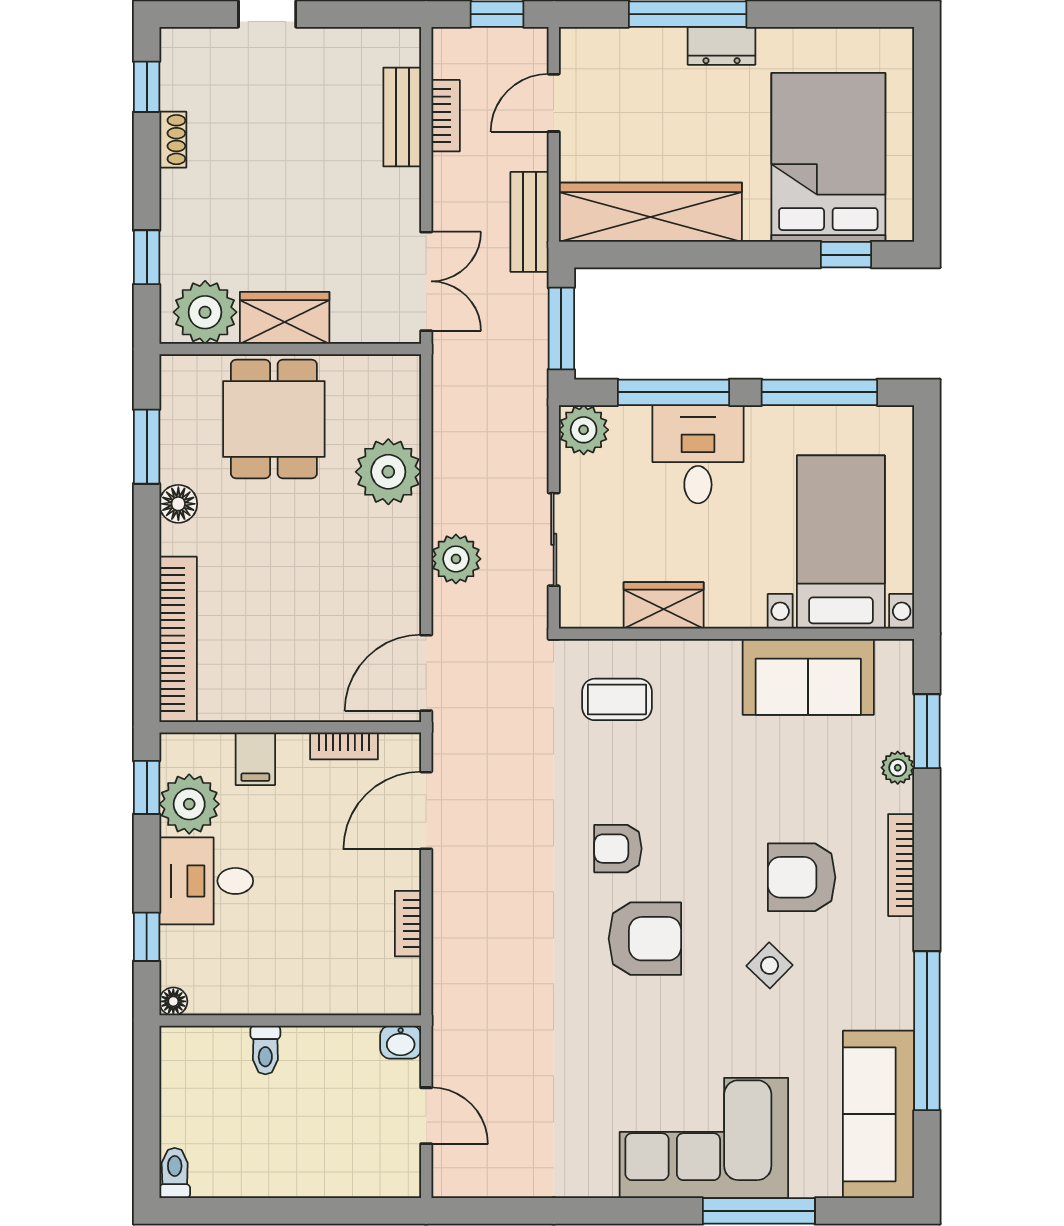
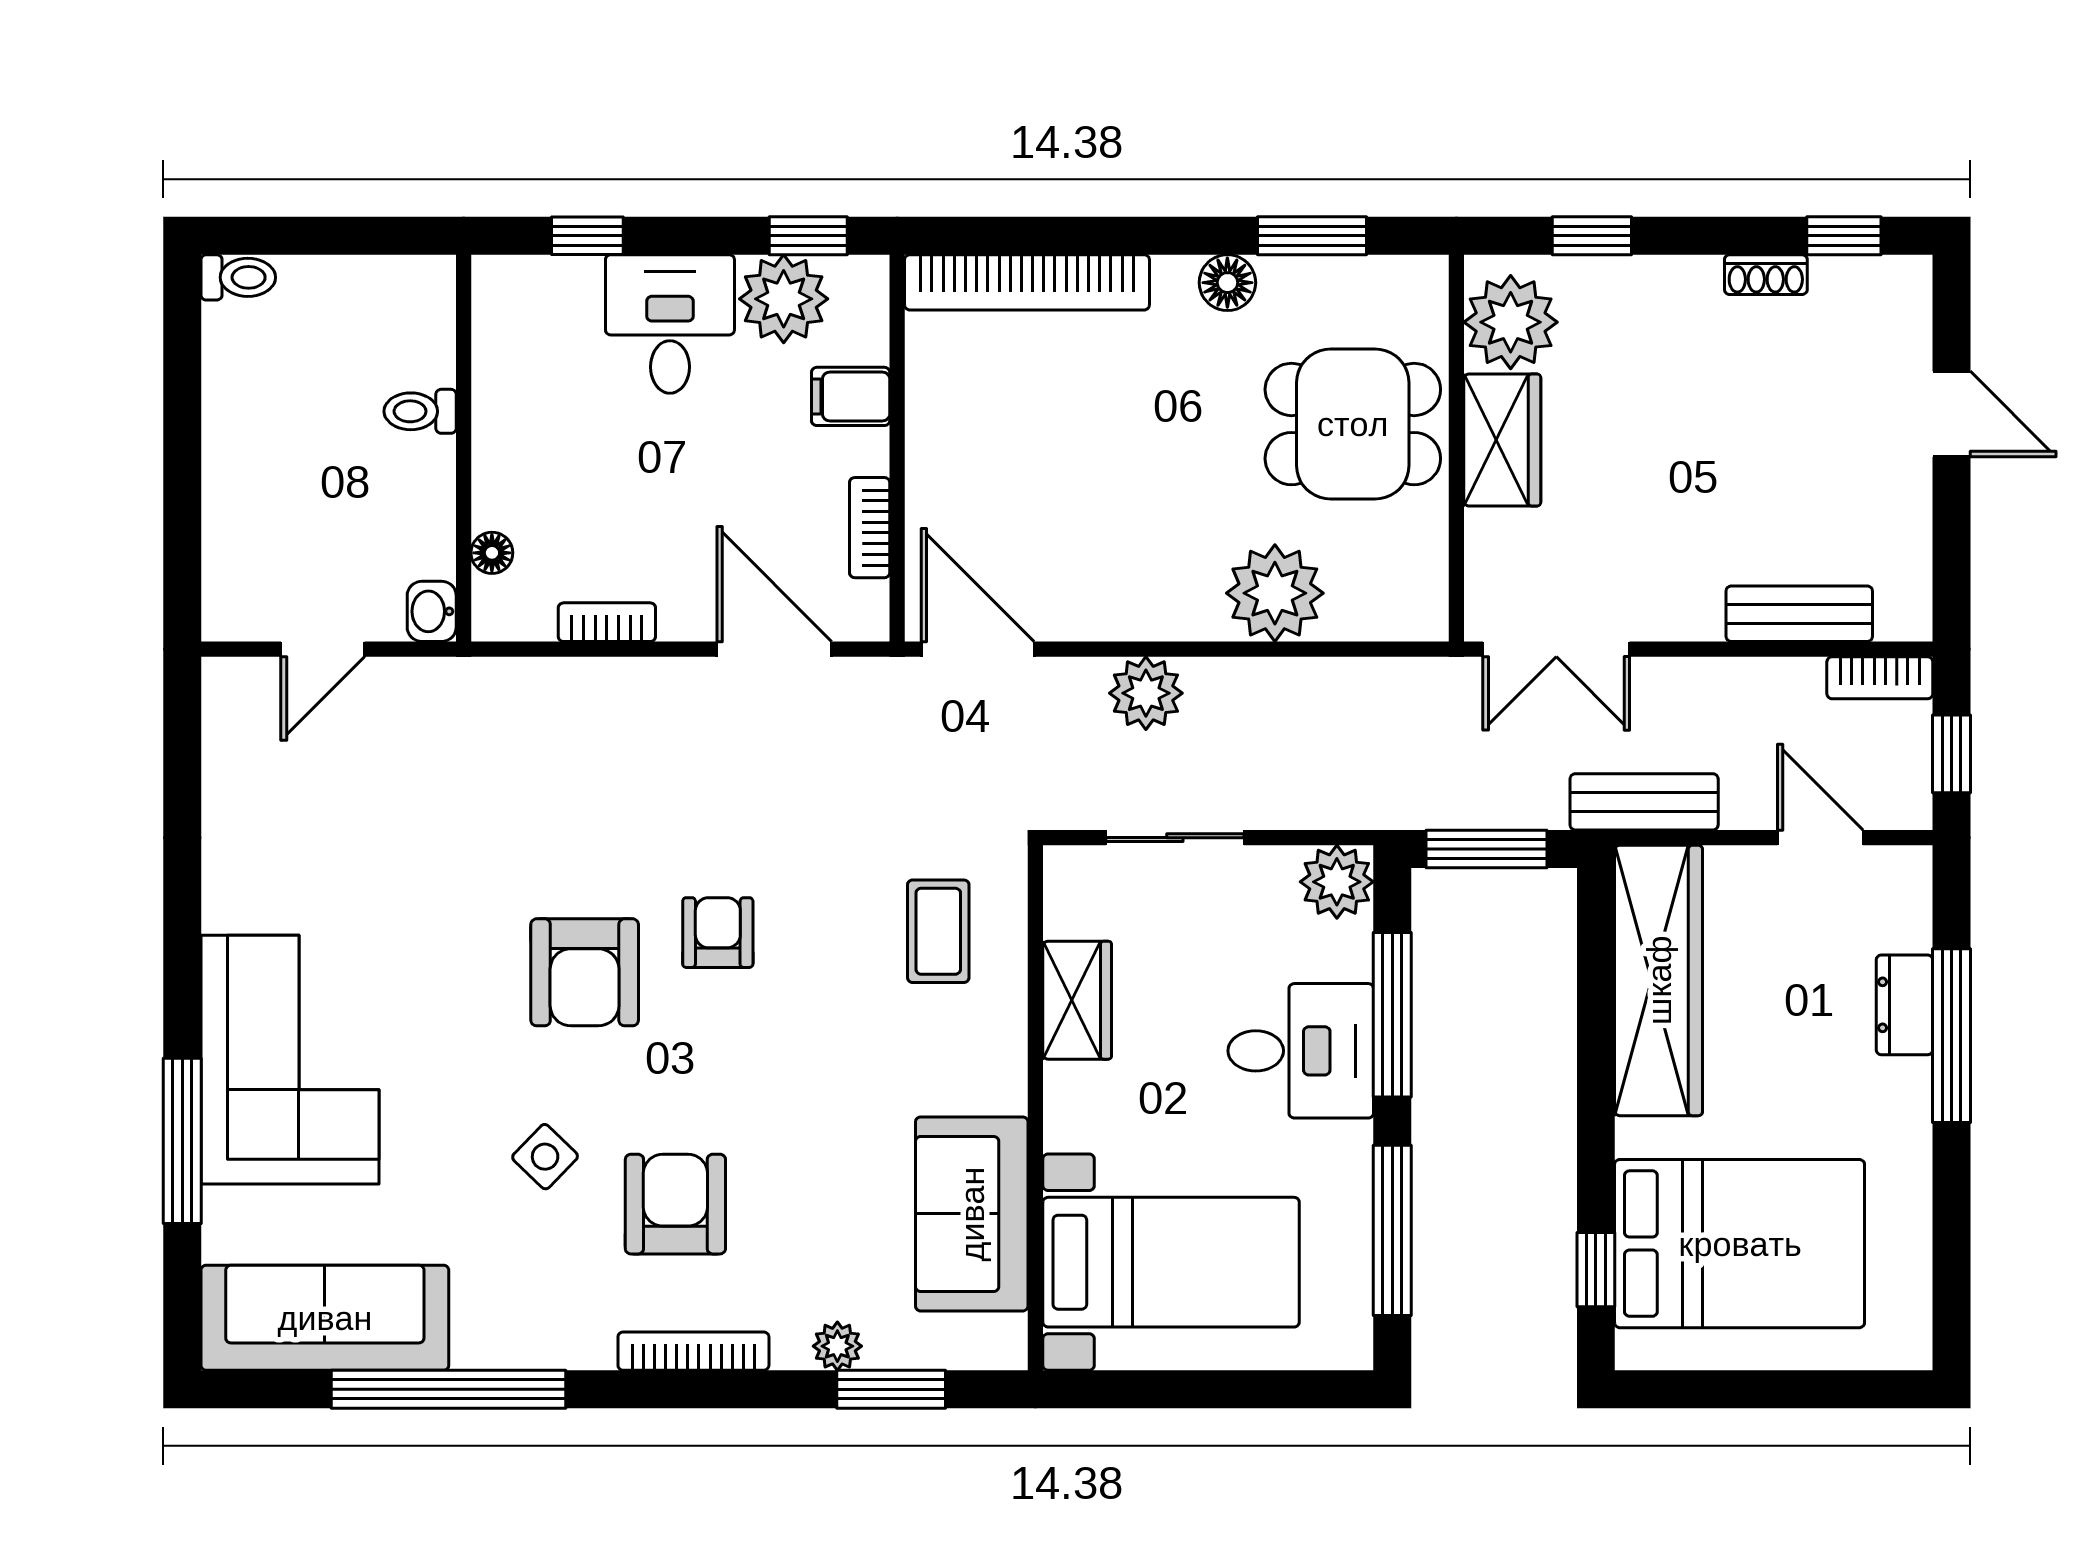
dresser: (722, 46) -> (1904, 1005), moved
bookcase: (446, 116) -> (1880, 678), moved
floor lamp: (173, 1001) -> (492, 553), moved

